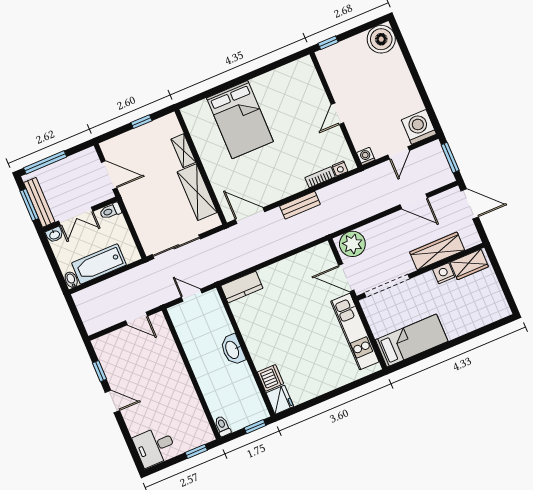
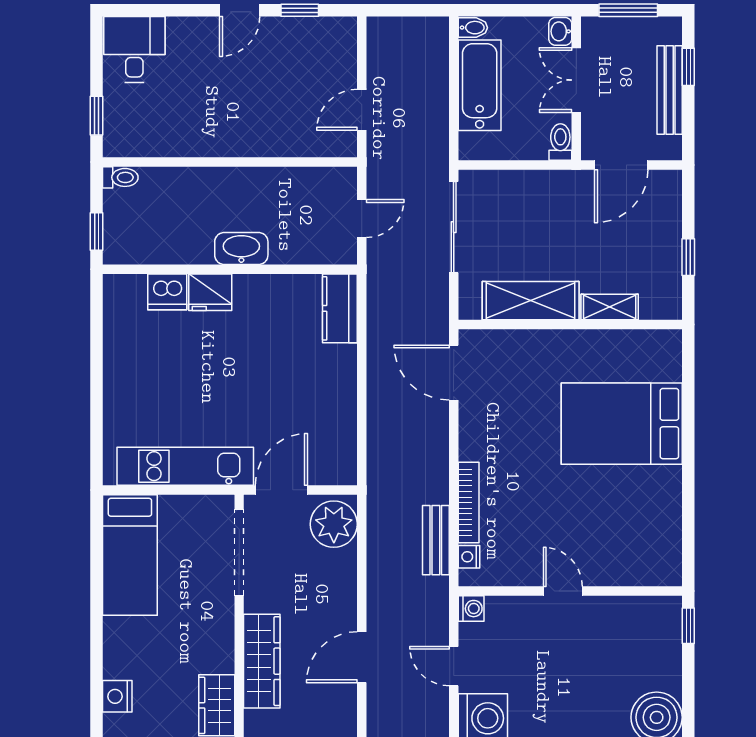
window: (45, 162) -> (688, 67), width x0.46
bookcase: (320, 177) -> (469, 503), width x1.56
bench: (39, 202) -> (670, 90), moved, turned 90
bench: (300, 205) -> (436, 540), moved
door: (250, 216) -> (454, 373), swing flipped
nightstand: (444, 273) -> (117, 696), moved, turned 180
fridge: (280, 400) -> (210, 292), moved

